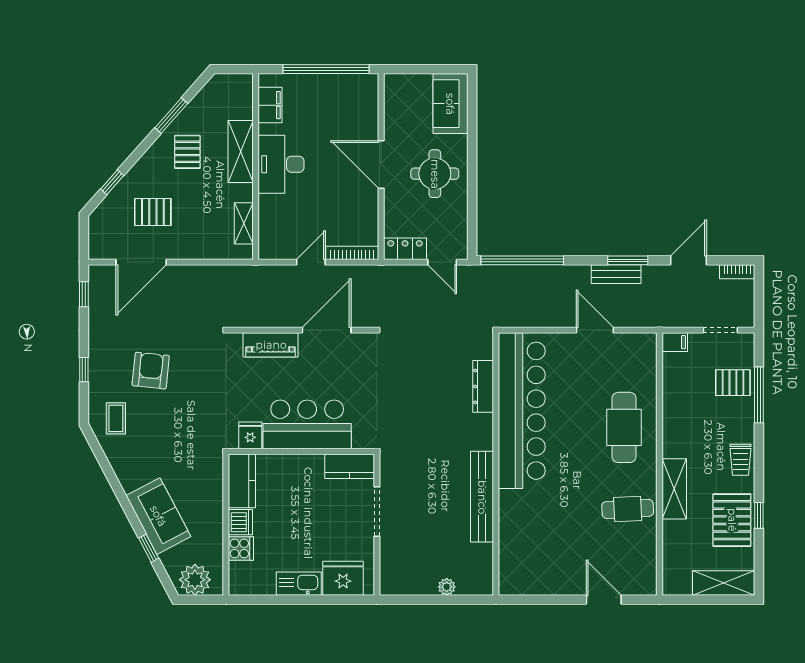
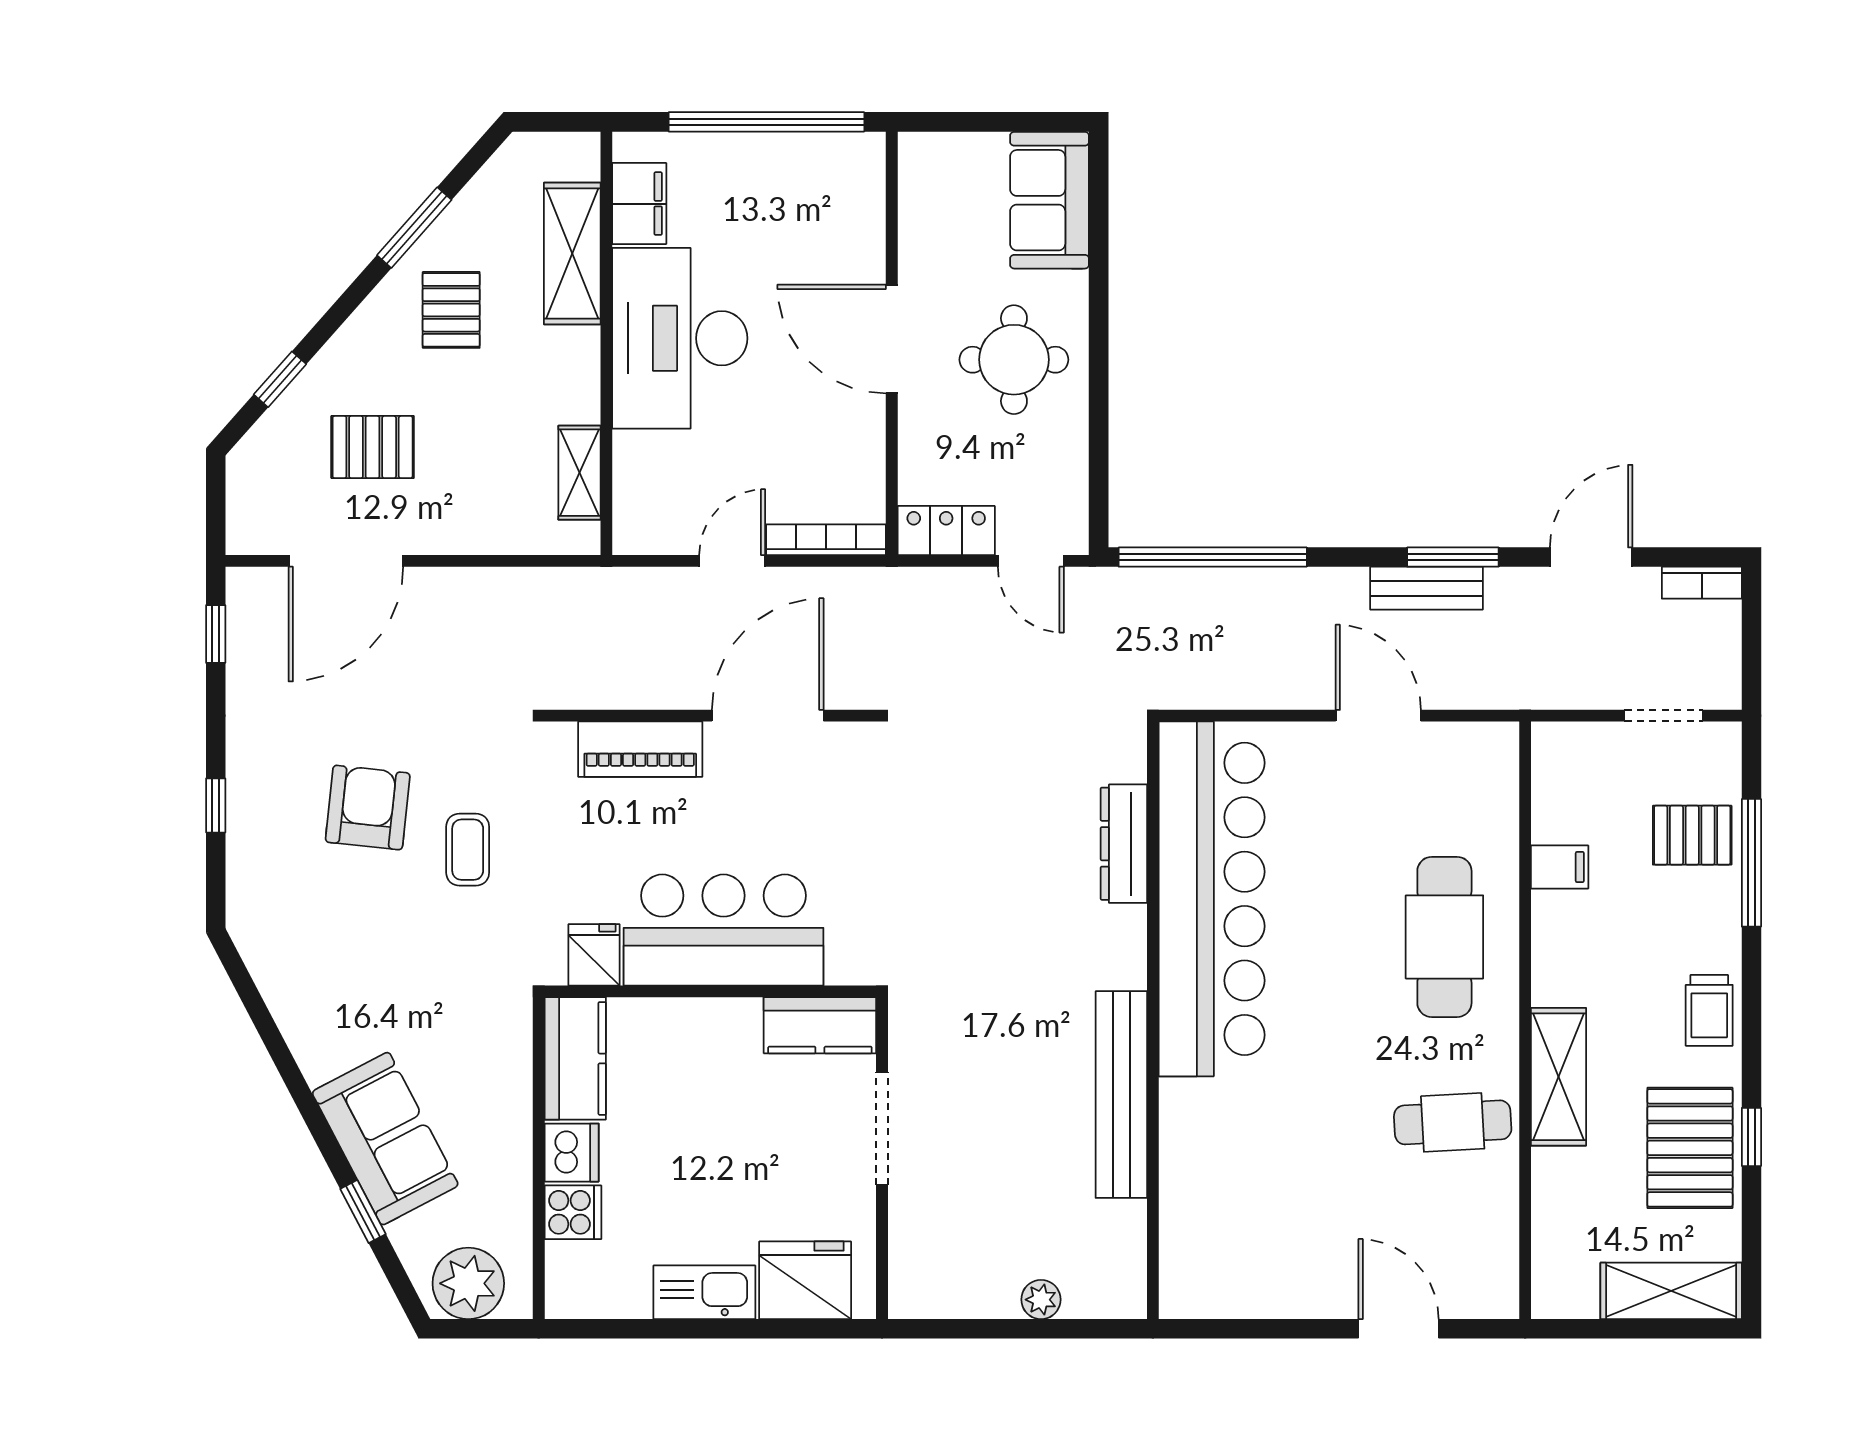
shelving: (241, 151) -> (572, 254), moved
desk: (281, 164) -> (680, 338), width x1.36, depth x1.30
filing cabinet: (675, 342) -> (1560, 867), moved
coffee table: (116, 418) -> (468, 850), moved

